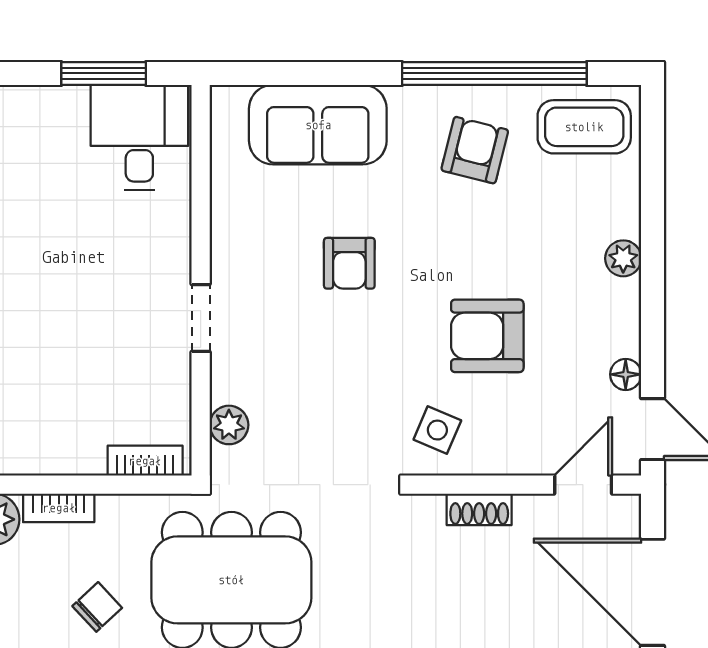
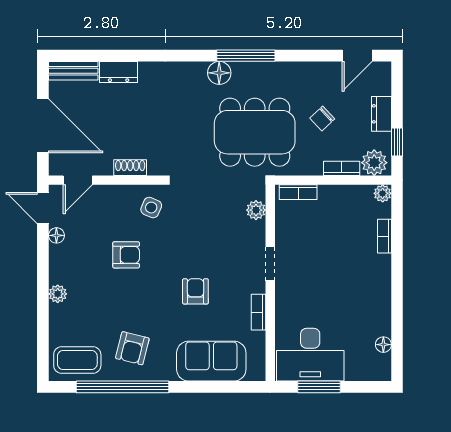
desk: (139, 137) -> (310, 355), width x1.37
bookcase: (224, 222) -> (258, 312), added
armchair: (487, 336) -> (126, 255), width x0.72, depth x0.72

